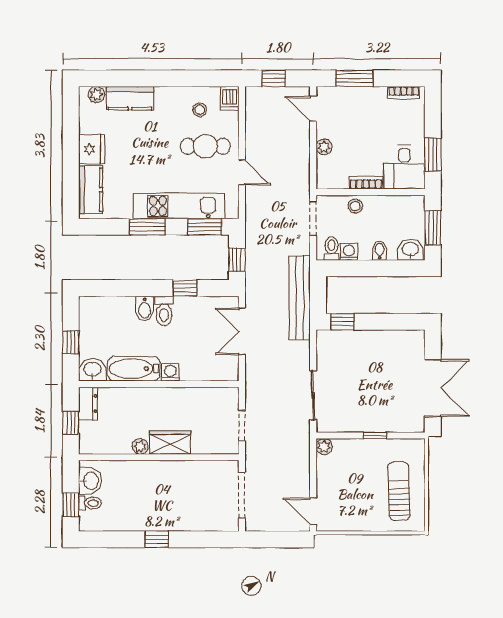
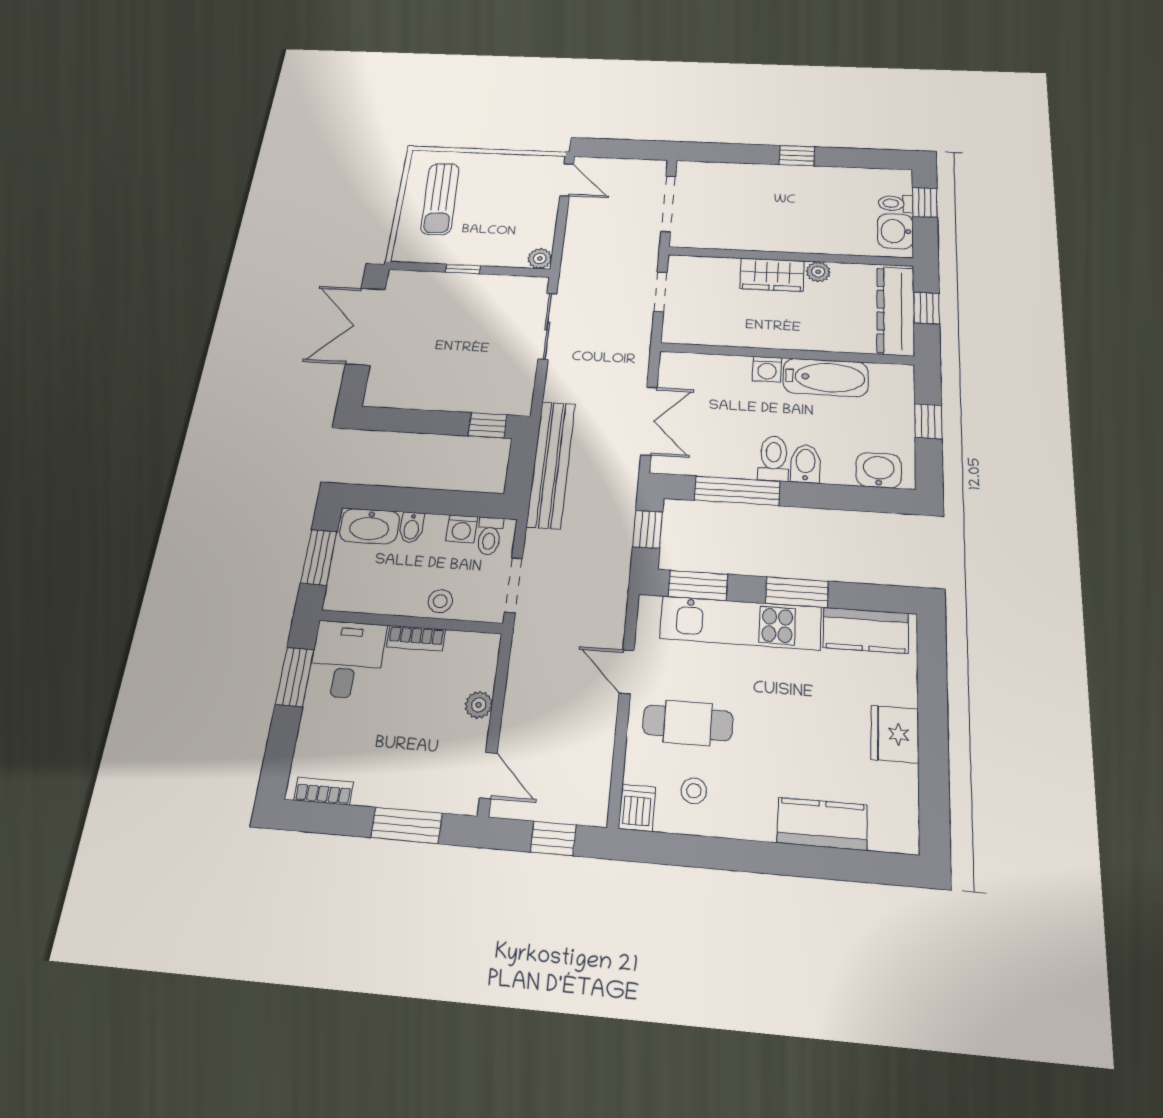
plant: (96, 95) -> (886, 836), removed
kitchen counter: (91, 190) -> (866, 630), moved, turned -90
washbasin: (410, 250) -> (370, 526), width x1.38
window: (185, 288) -> (737, 491), width x2.17
washbasin: (92, 370) -> (879, 470), moved, turned 180
dresser: (88, 404) -> (896, 311), width x1.96, depth x1.24

